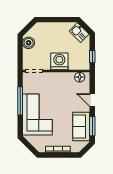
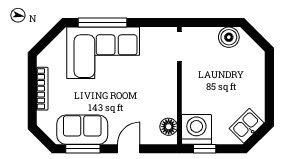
washing machine: (59, 61) -> (196, 129), moved, turned -90
window: (20, 101) -> (102, 23), moved

